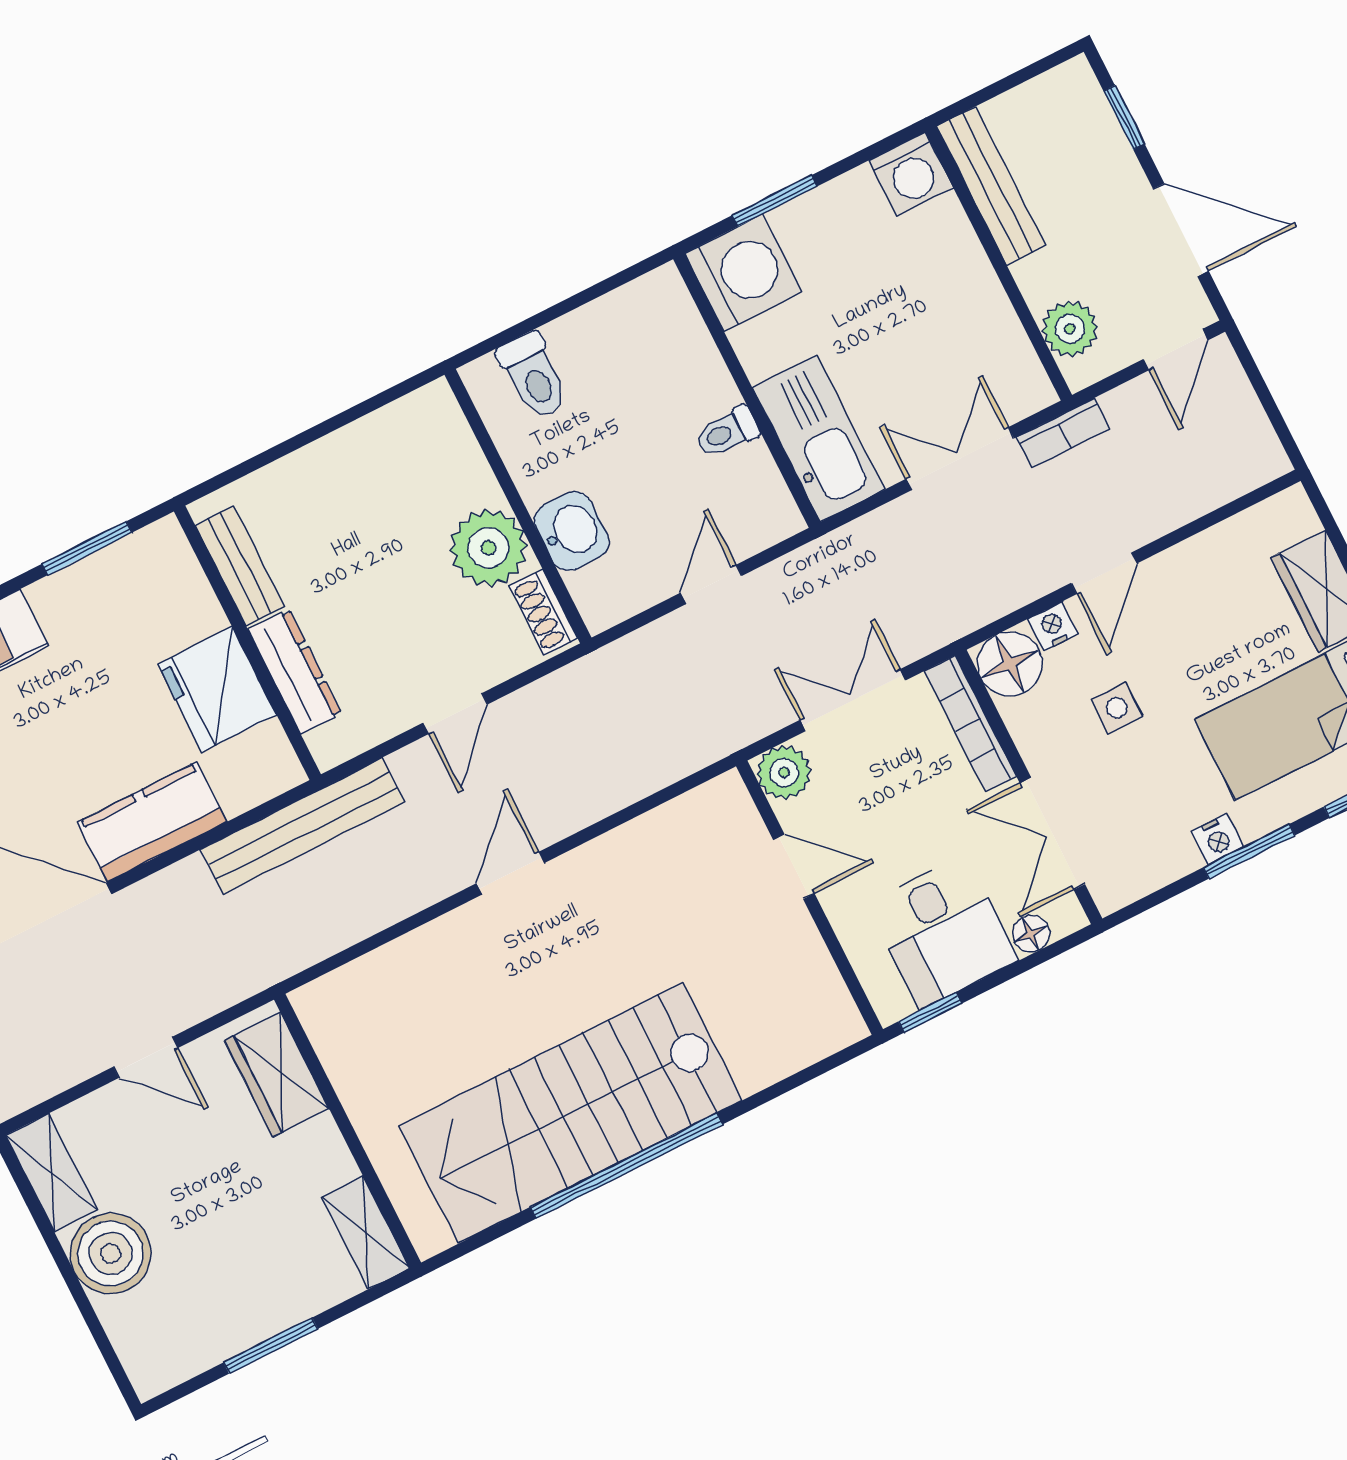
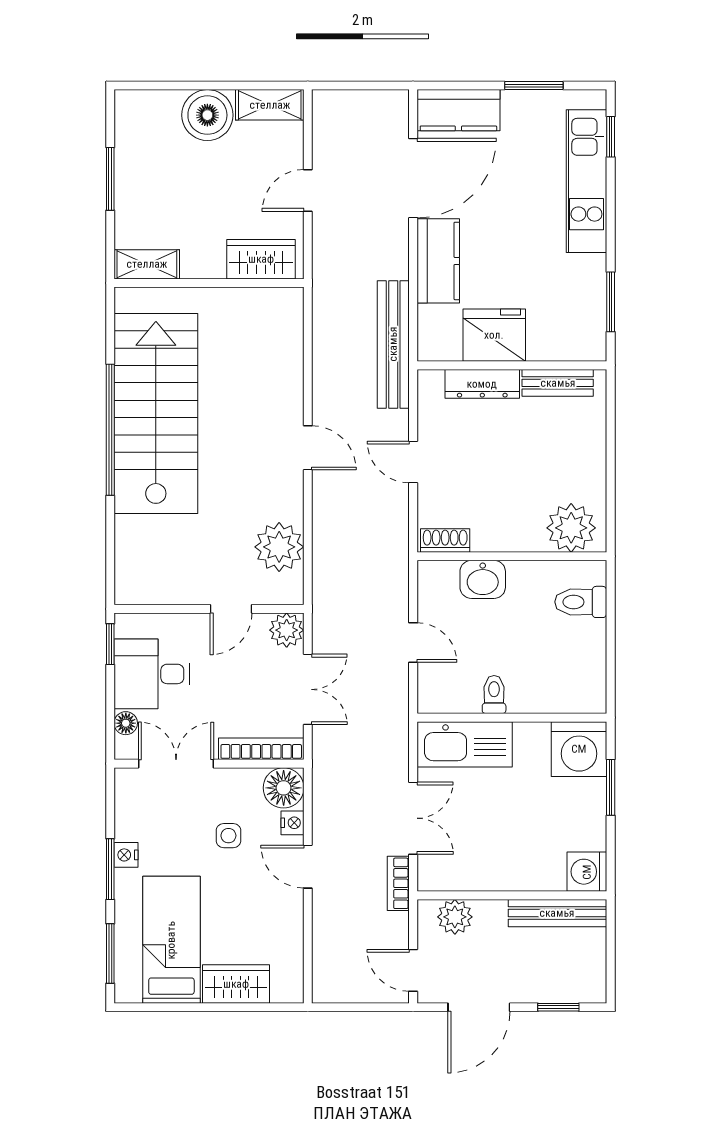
plant: (488, 548) -> (571, 528), moved
plant: (671, 843) -> (279, 547), added

